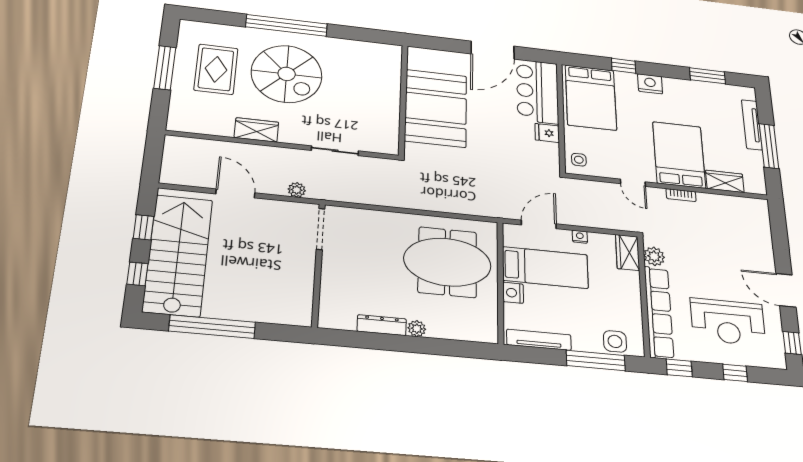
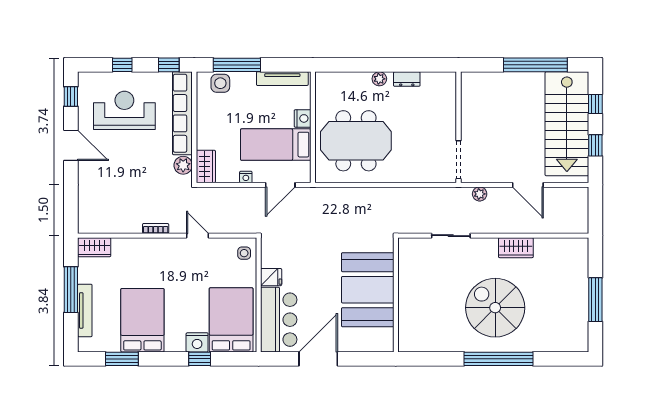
rug: (216, 69) -> (554, 304), removed
nightstand: (650, 84) -> (197, 342), moved
bed: (679, 155) -> (142, 320), moved, turned 180
wardrobe: (725, 181) -> (94, 247), moved
dresser: (382, 325) -> (407, 79), width x0.70

